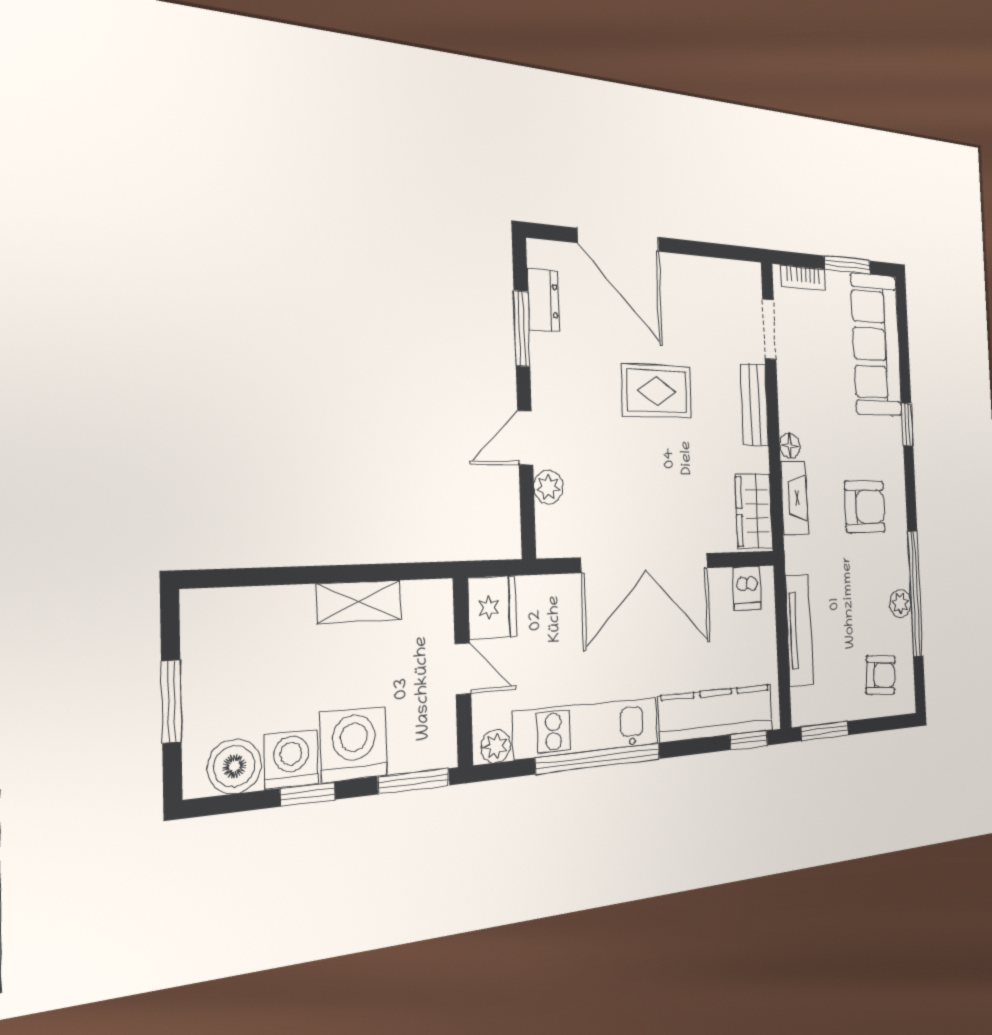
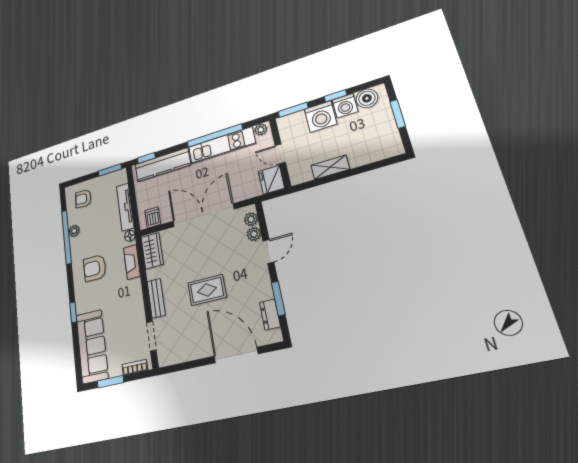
floor lamp: (790, 446) -> (130, 236), moved
plant: (550, 524) -> (251, 219), added

